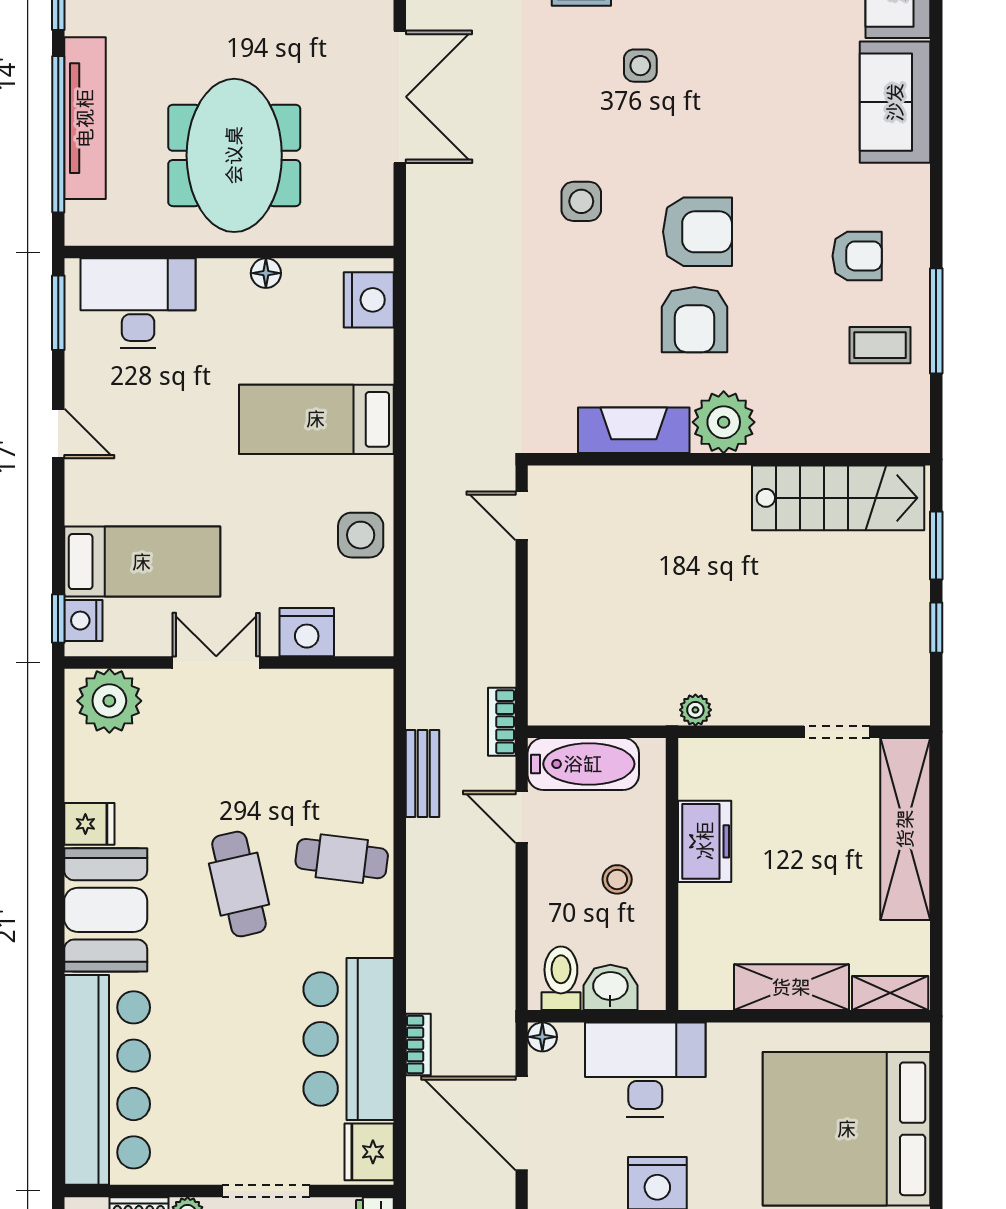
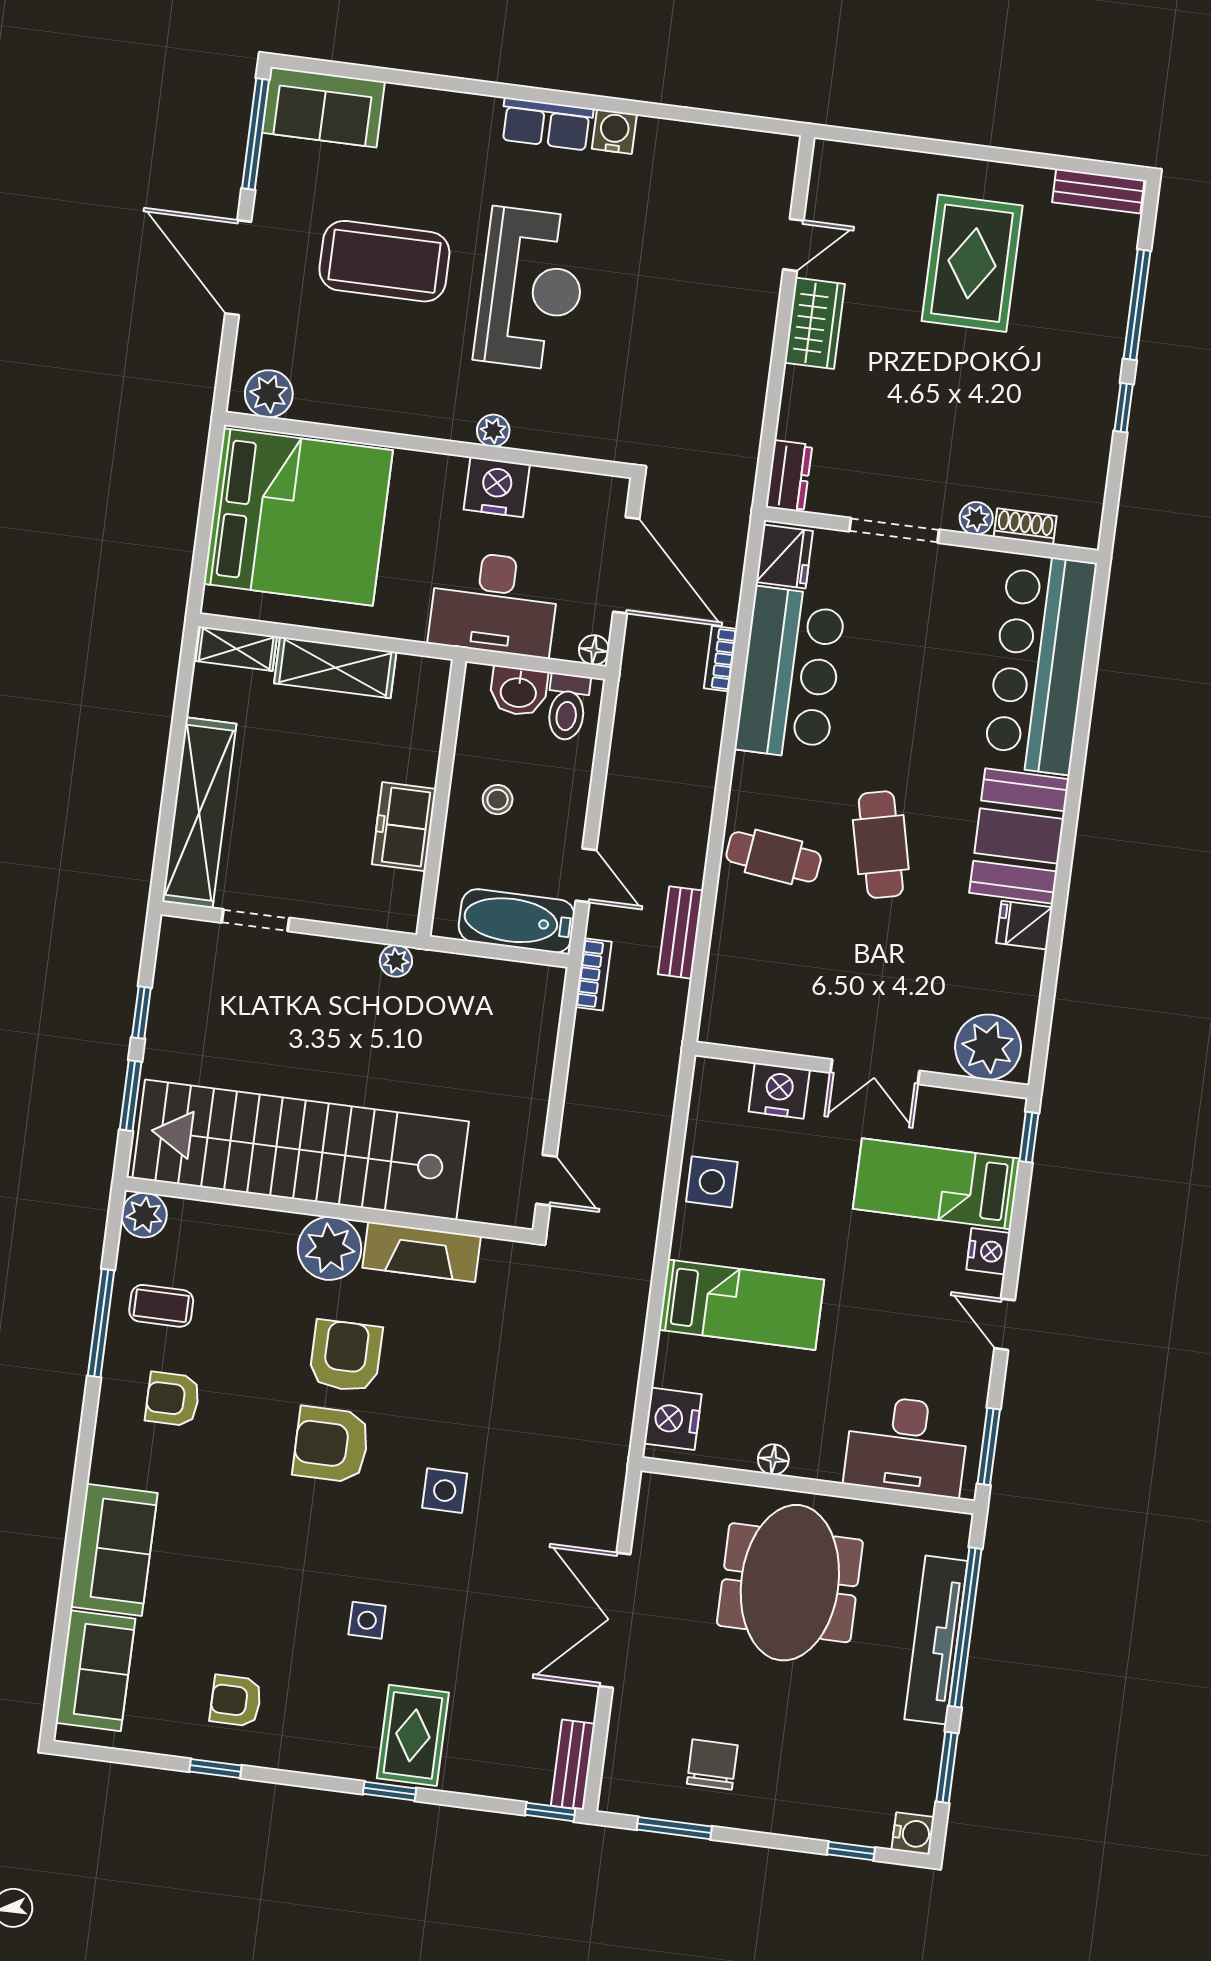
plant: (908, 431) -> (144, 1215), added
stairs: (838, 498) -> (301, 1150), width x1.86, depth x1.51
nightstand: (83, 621) -> (988, 1251), moved

